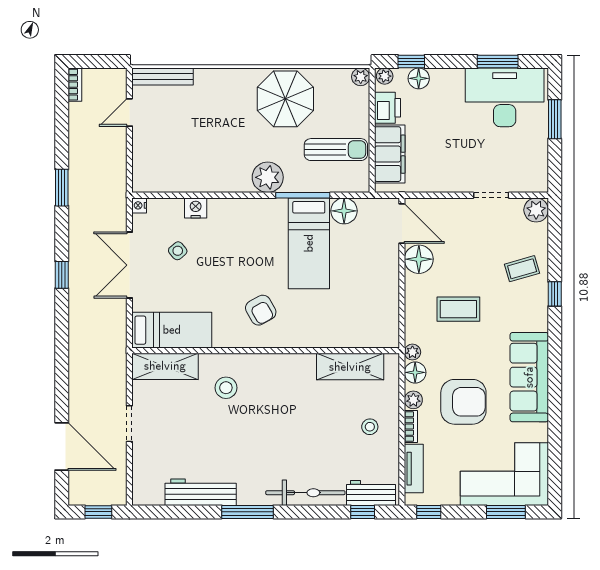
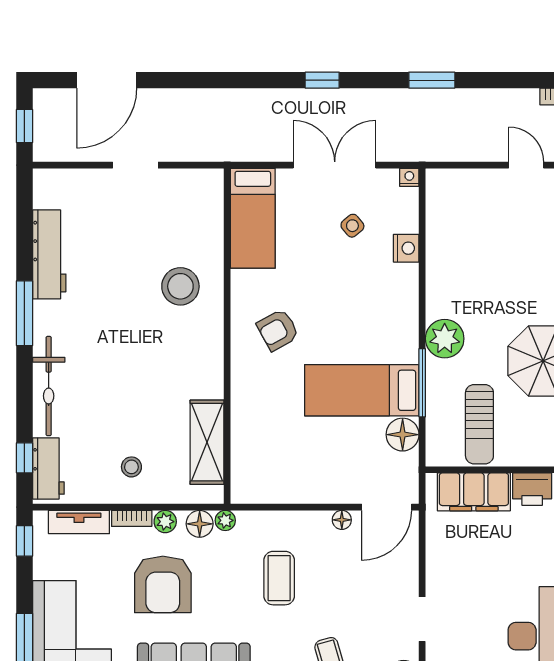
floor lamp: (419, 259) -> (342, 520), width x0.53, depth x0.53
shelving: (165, 366) -> (207, 210), removed
stool: (226, 388) -> (180, 286), width x1.38, depth x1.38

